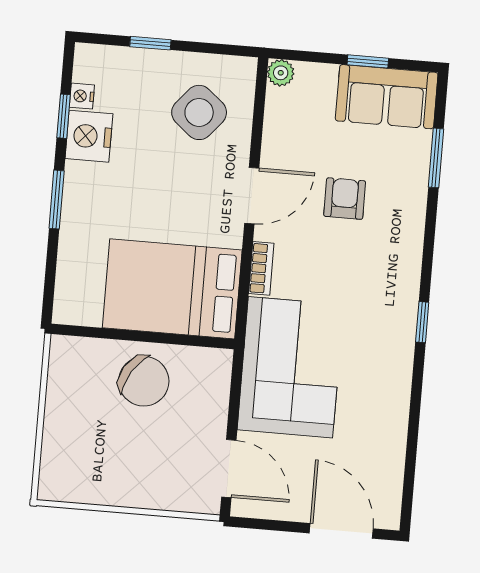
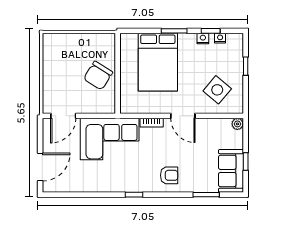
nightstand: (89, 136) -> (203, 38), width x0.53, depth x0.56
armchair: (345, 199) -> (169, 175), moved
bed: (172, 289) -> (158, 62), moved, turned 180

